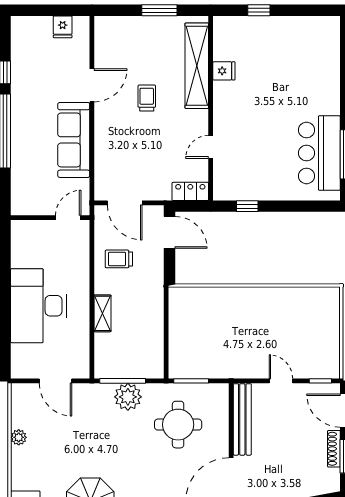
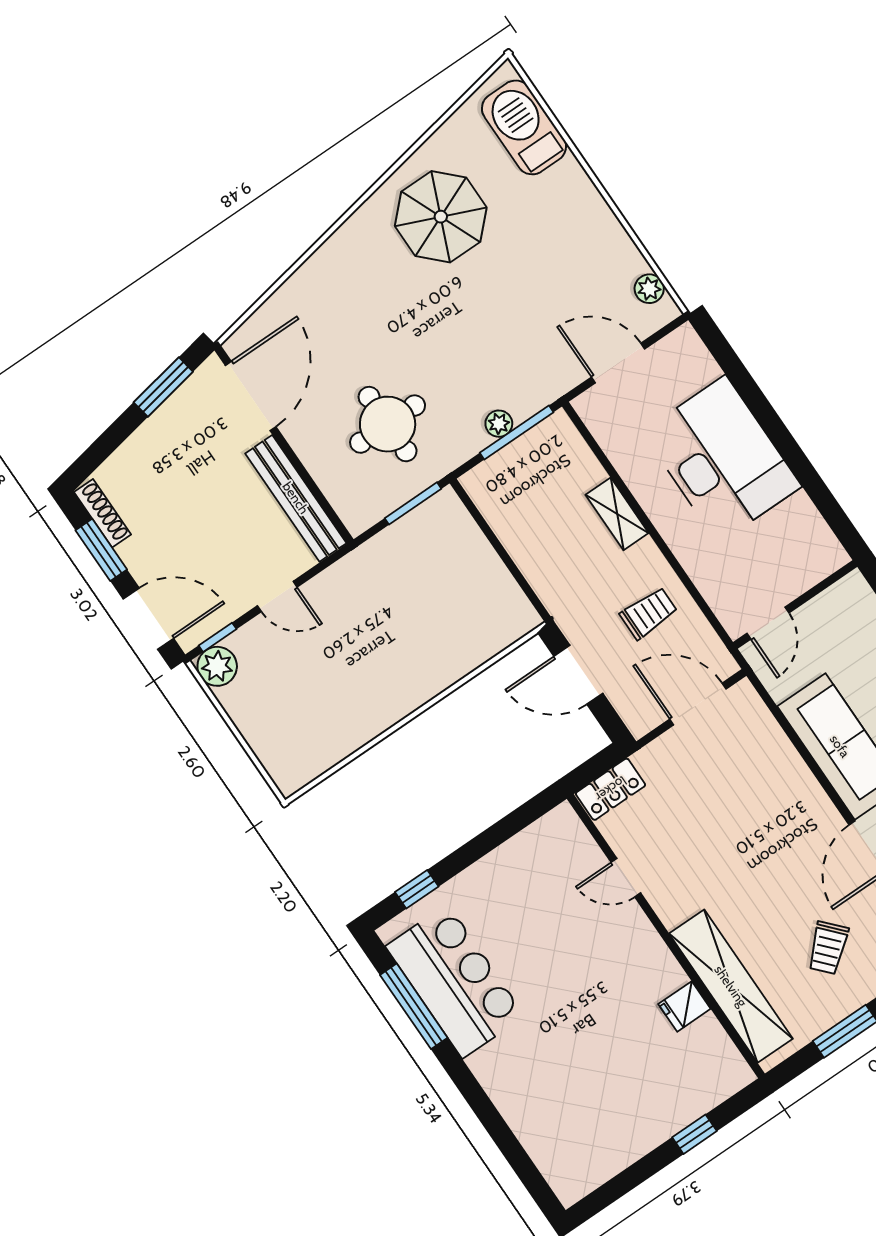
trolley: (147, 98) -> (828, 948), moved, turned 48
door: (211, 147) -> (626, 878), swing flipped
window: (247, 206) -> (417, 889), moved
door: (170, 232) -> (578, 675), moved
plant: (329, 368) -> (217, 666), added
plant: (128, 397) -> (499, 424), width x0.53, depth x0.53
plant: (19, 437) -> (649, 289), moved
shoe rack: (334, 449) -> (102, 513), moved

